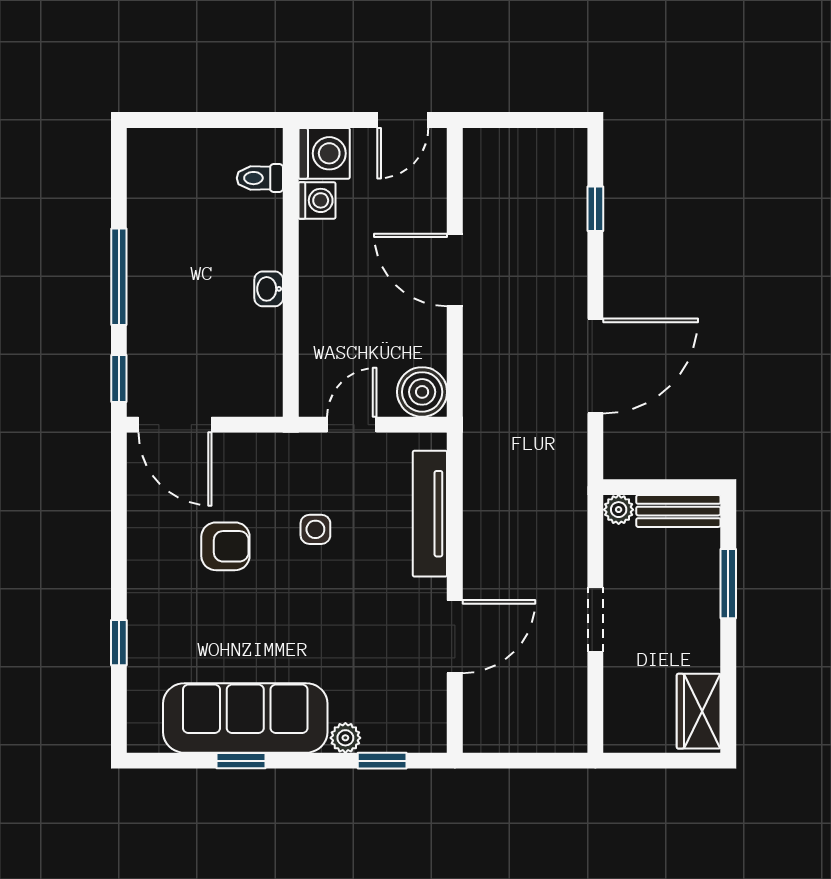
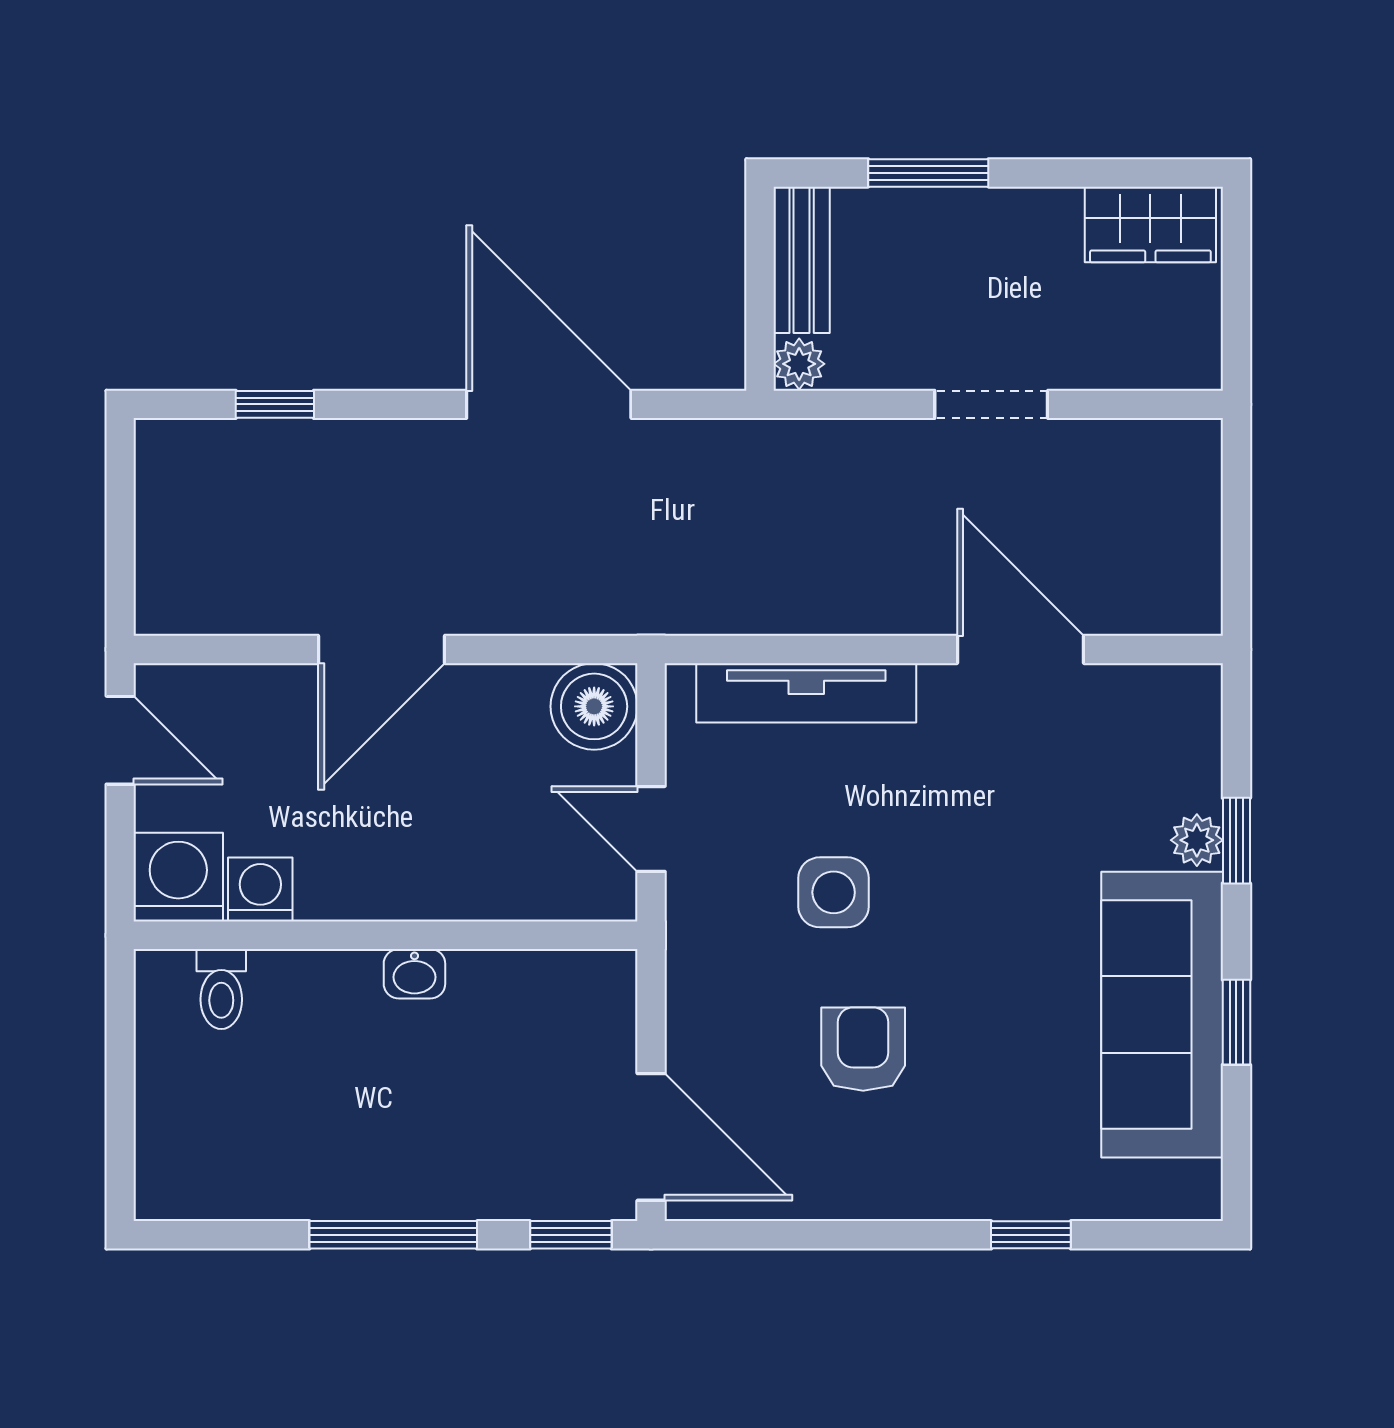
door: (175, 425) -> (651, 1137), hinge flipped
side table: (315, 529) -> (834, 892), width x1.37, depth x1.37
window: (382, 761) -> (1236, 841), moved

